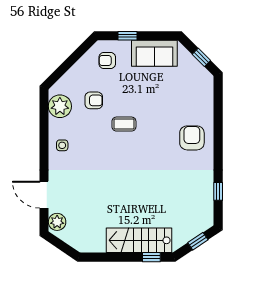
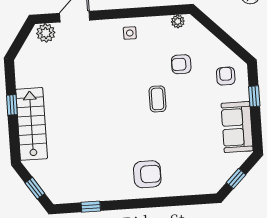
armchair: (94, 100) -> (181, 64), turned 90
plant: (60, 106) -> (178, 21), width x0.53, depth x0.53
window: (151, 257) -> (12, 105), moved

